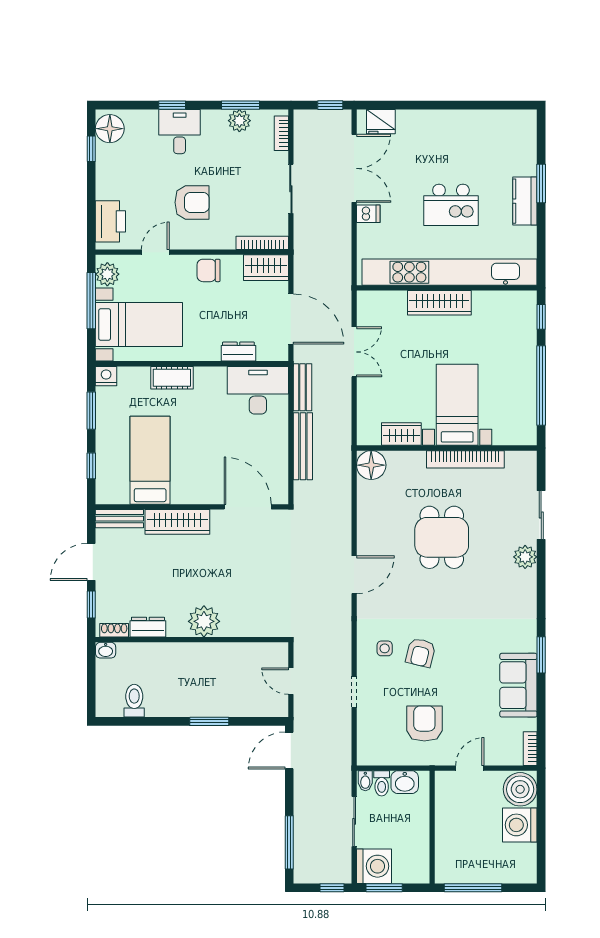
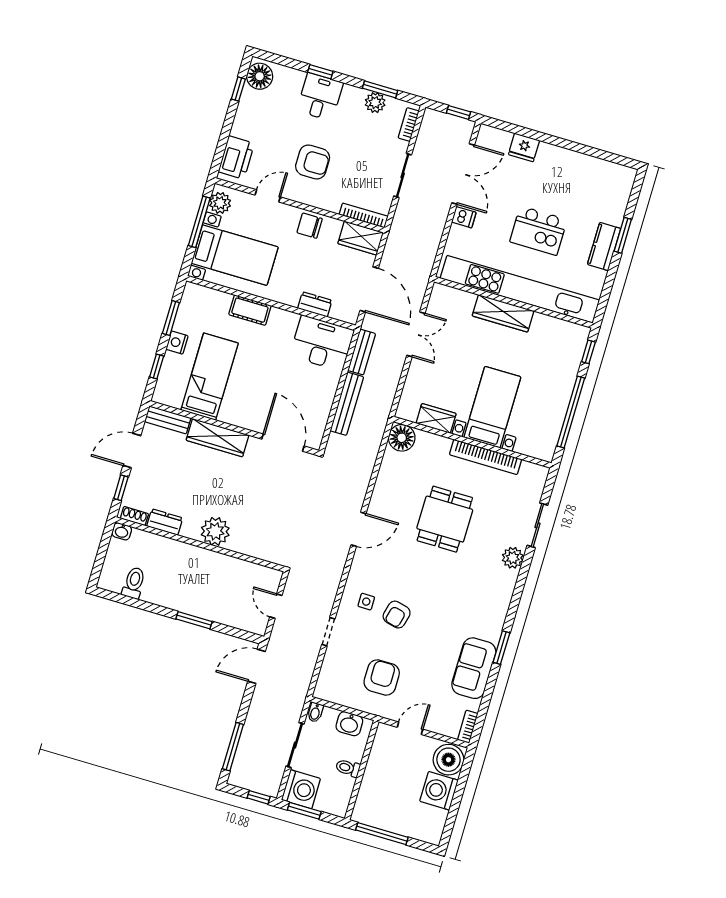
fridge: (381, 122) -> (524, 147), moved
nightstand: (106, 376) -> (177, 343), moved, turned -90
toilet: (382, 783) -> (348, 768), moved, turned 90

